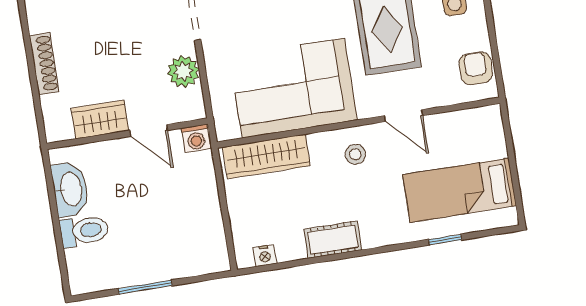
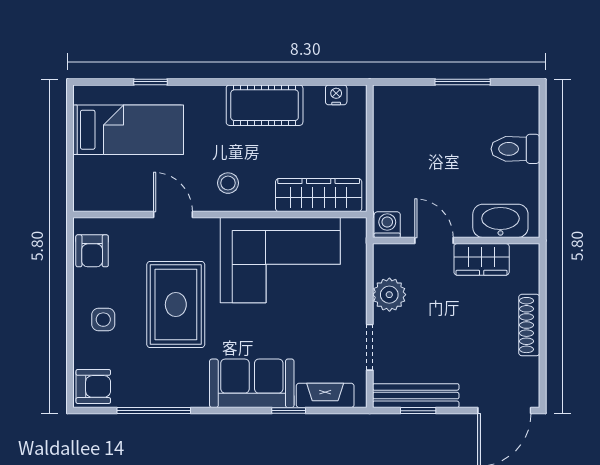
washbasin: (70, 189) -> (500, 221), moved, turned 90
cot: (333, 240) -> (265, 105), width x1.37, depth x1.34

